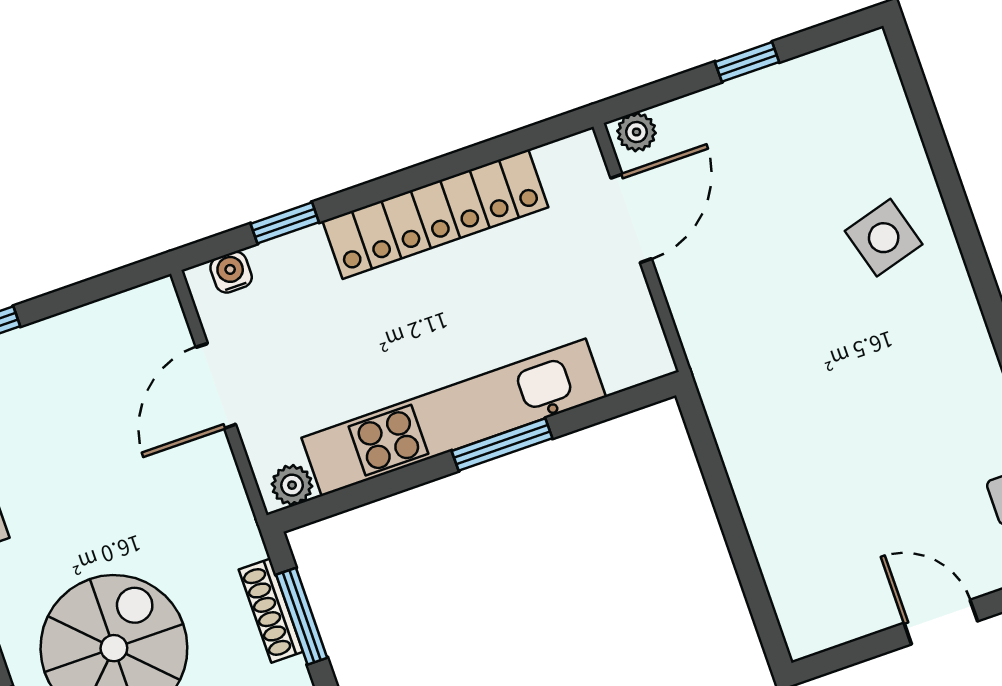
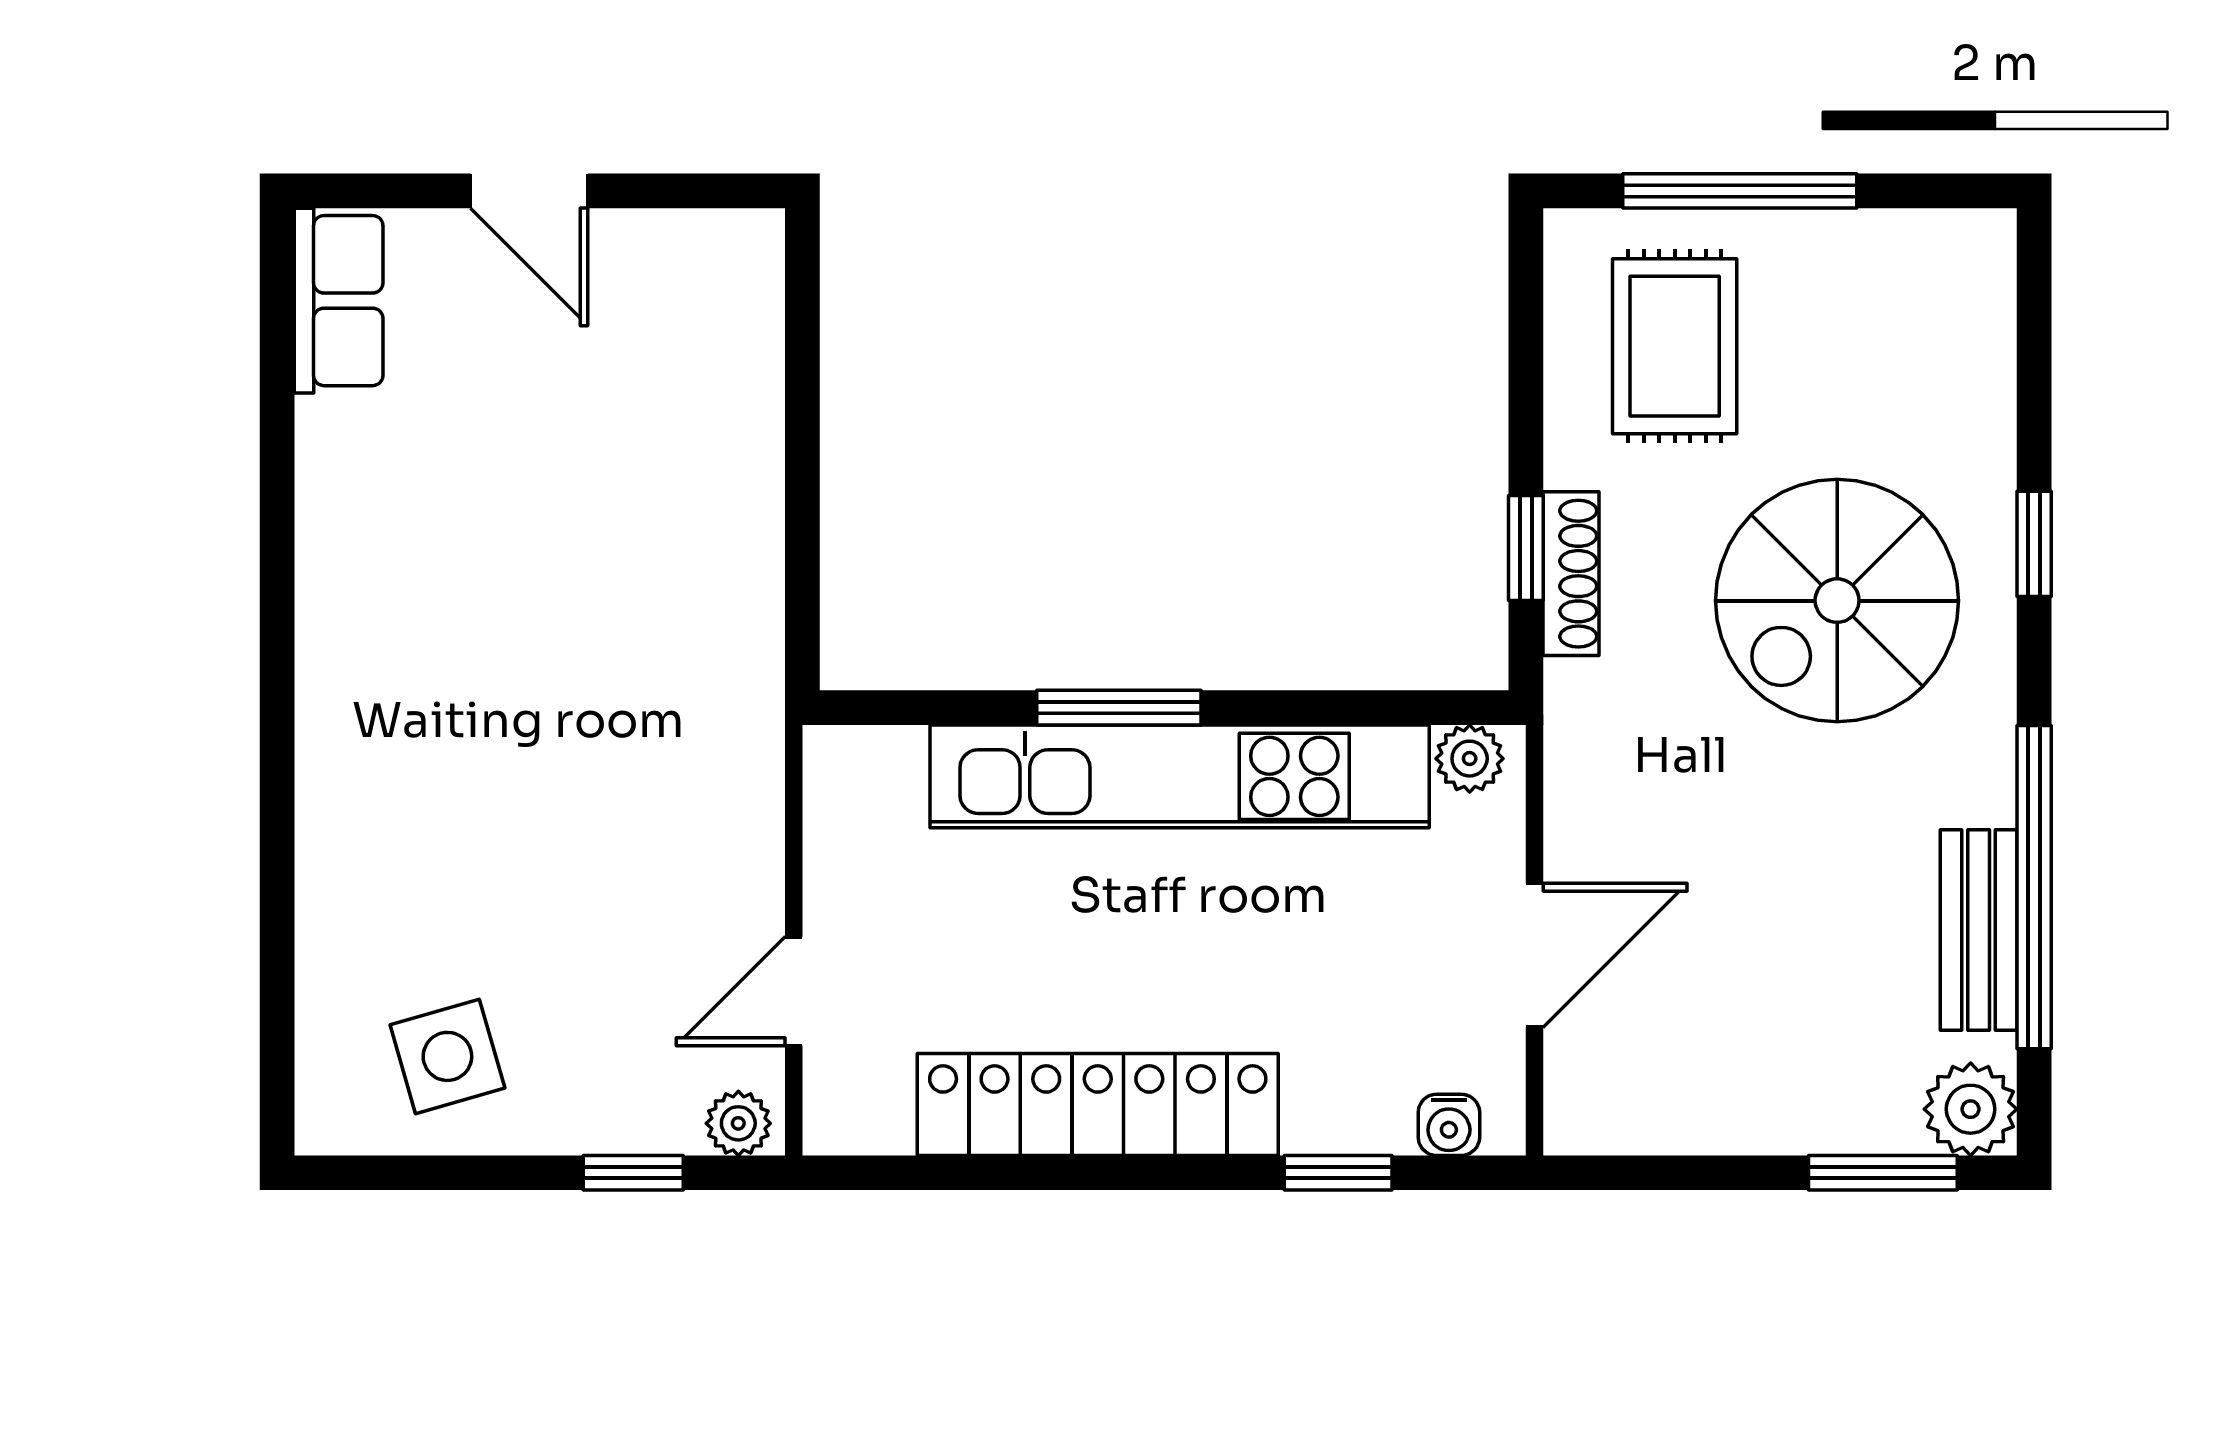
window: (747, 62) -> (633, 1173), moved
door: (631, 218) -> (794, 991), width x0.73
side table: (884, 238) -> (447, 1056), moved
window: (302, 616) -> (1526, 548), width x0.67

